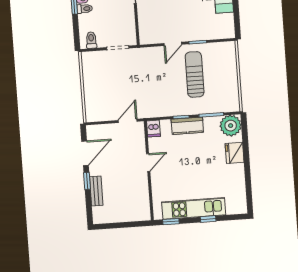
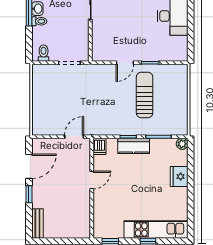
plant: (231, 126) -> (182, 144), width x0.53, depth x0.53
bench: (96, 191) -> (37, 224), moved
kitchen unit: (194, 208) -> (156, 230), moved

